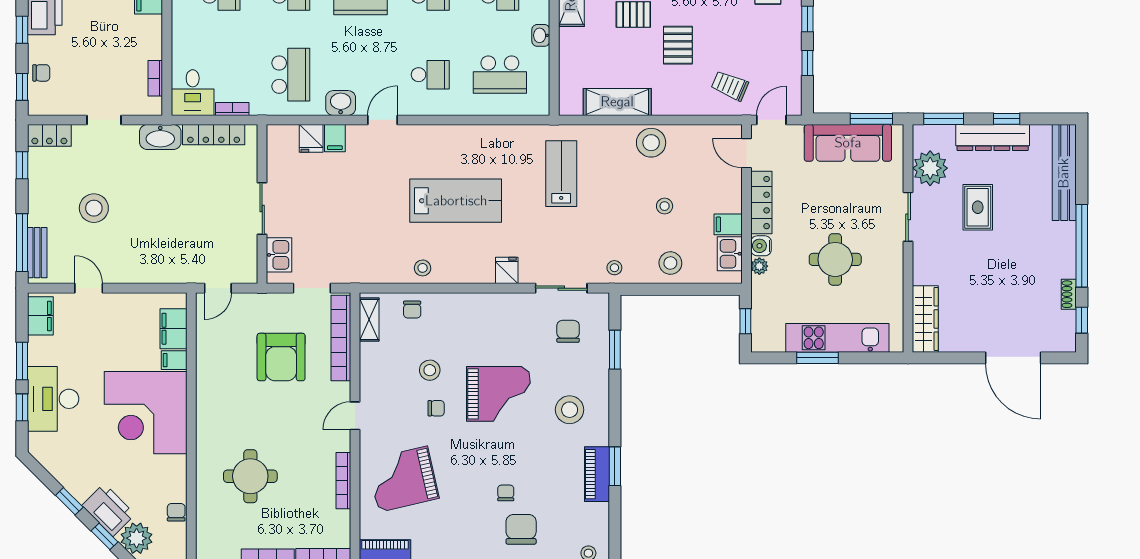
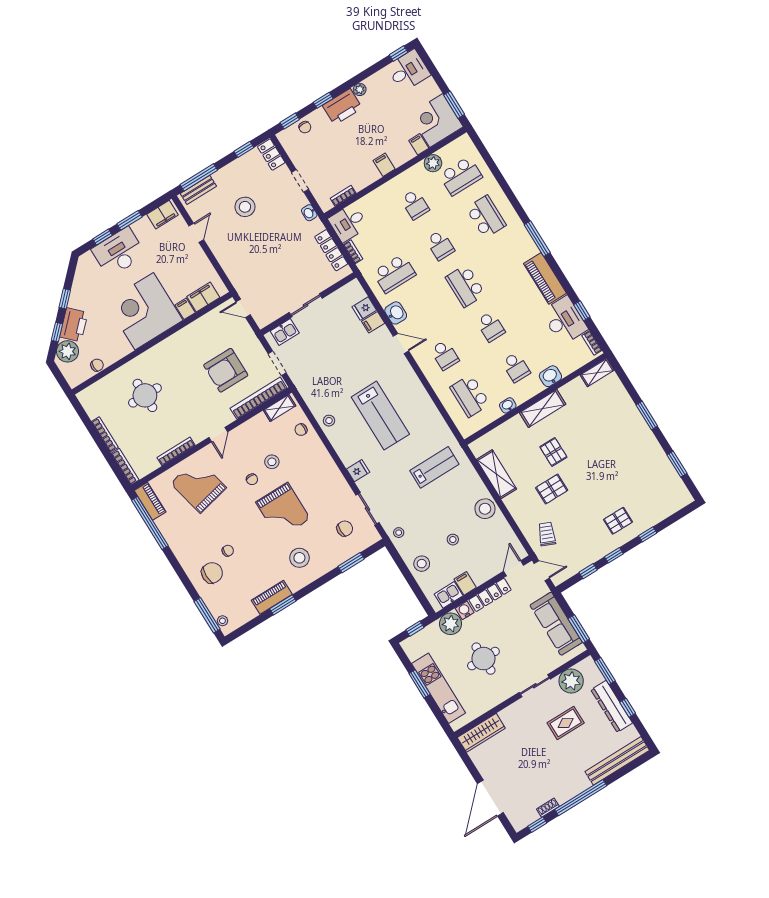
washbasin: (160, 137) -> (309, 213), width x0.52, depth x0.69
plant: (759, 266) -> (450, 624), width x1.88, depth x1.88
door: (355, 416) -> (218, 435), swing flipped

